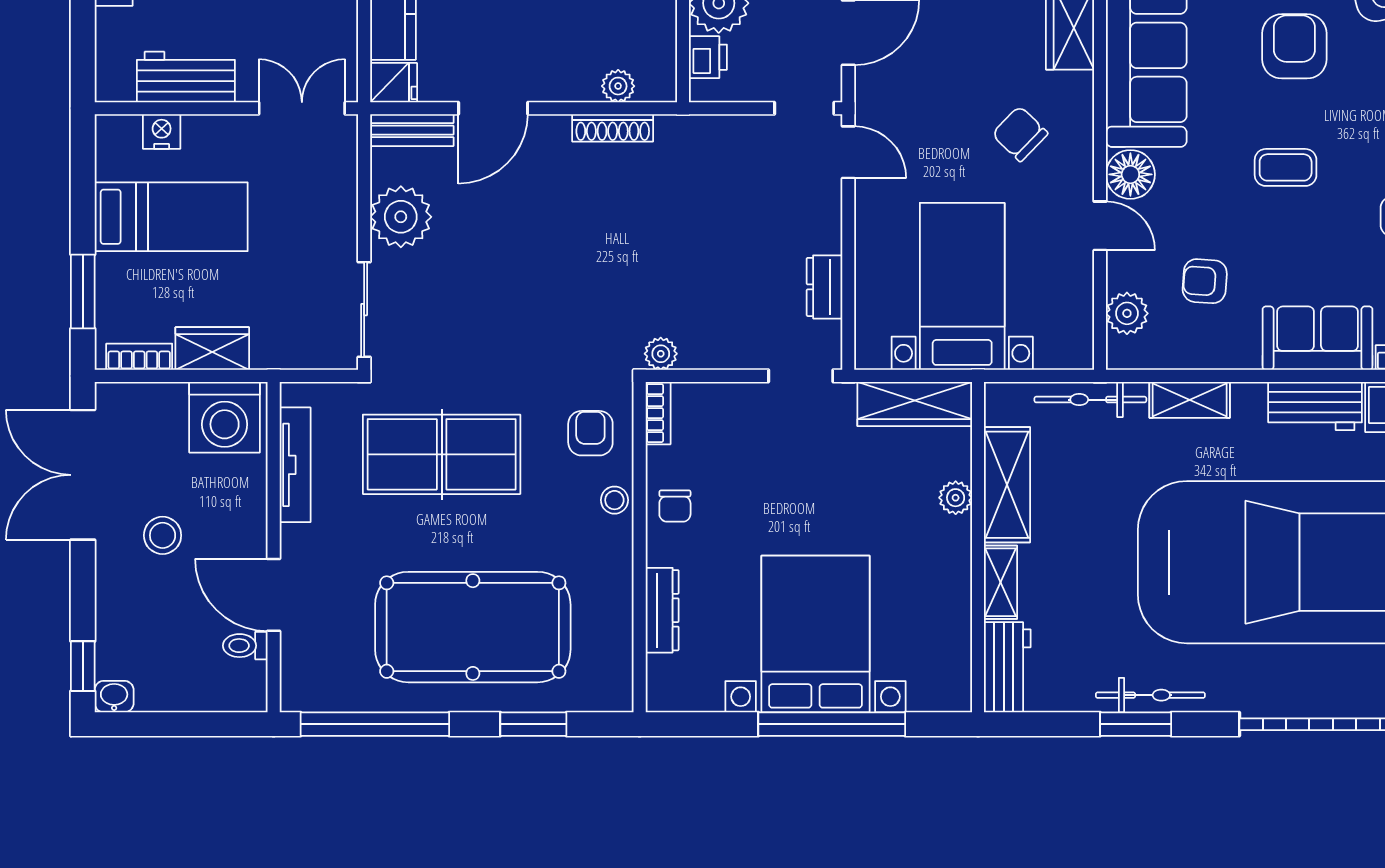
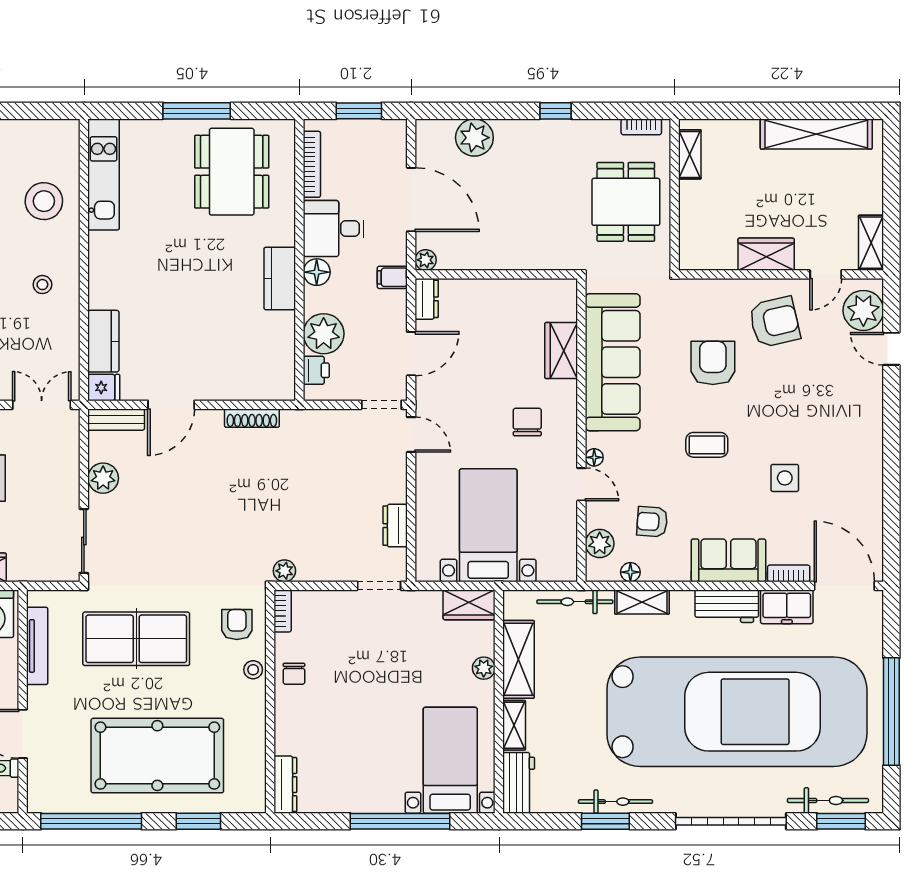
plant: (618, 86) -> (256, 390), removed
chair: (1020, 134) -> (527, 422), turned 46
floor lamp: (1130, 174) -> (594, 457), width x0.53, depth x0.53
plant: (401, 217) -> (103, 478), width x0.73, depth x0.73
floor lamp: (1172, 356) -> (630, 572), added
wardrobe: (915, 404) -> (469, 605), width x0.67
dresser: (662, 610) -> (285, 785), moved
bed with nightstands: (816, 634) -> (450, 760), moved, width x0.73

